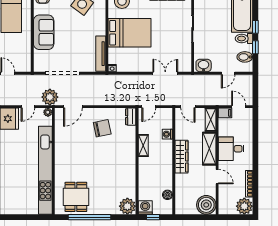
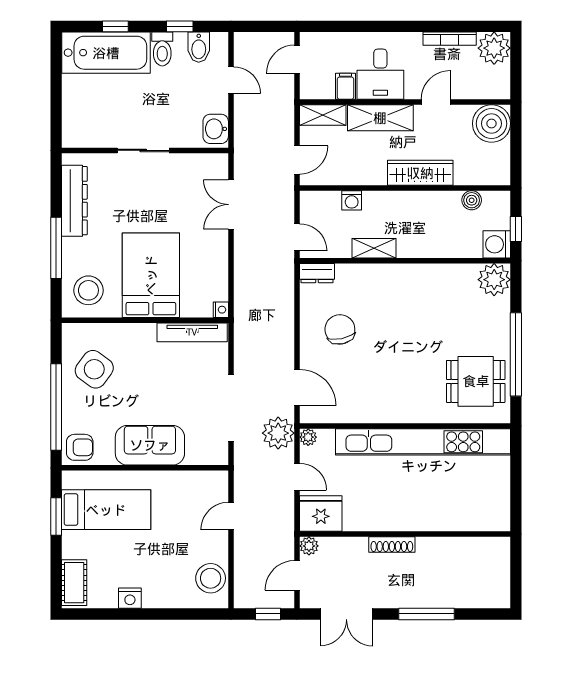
window: (255, 27) -> (115, 26), moved
filing cabinet: (225, 113) -> (346, 86), moved
wardrobe: (181, 157) -> (420, 173), moved

